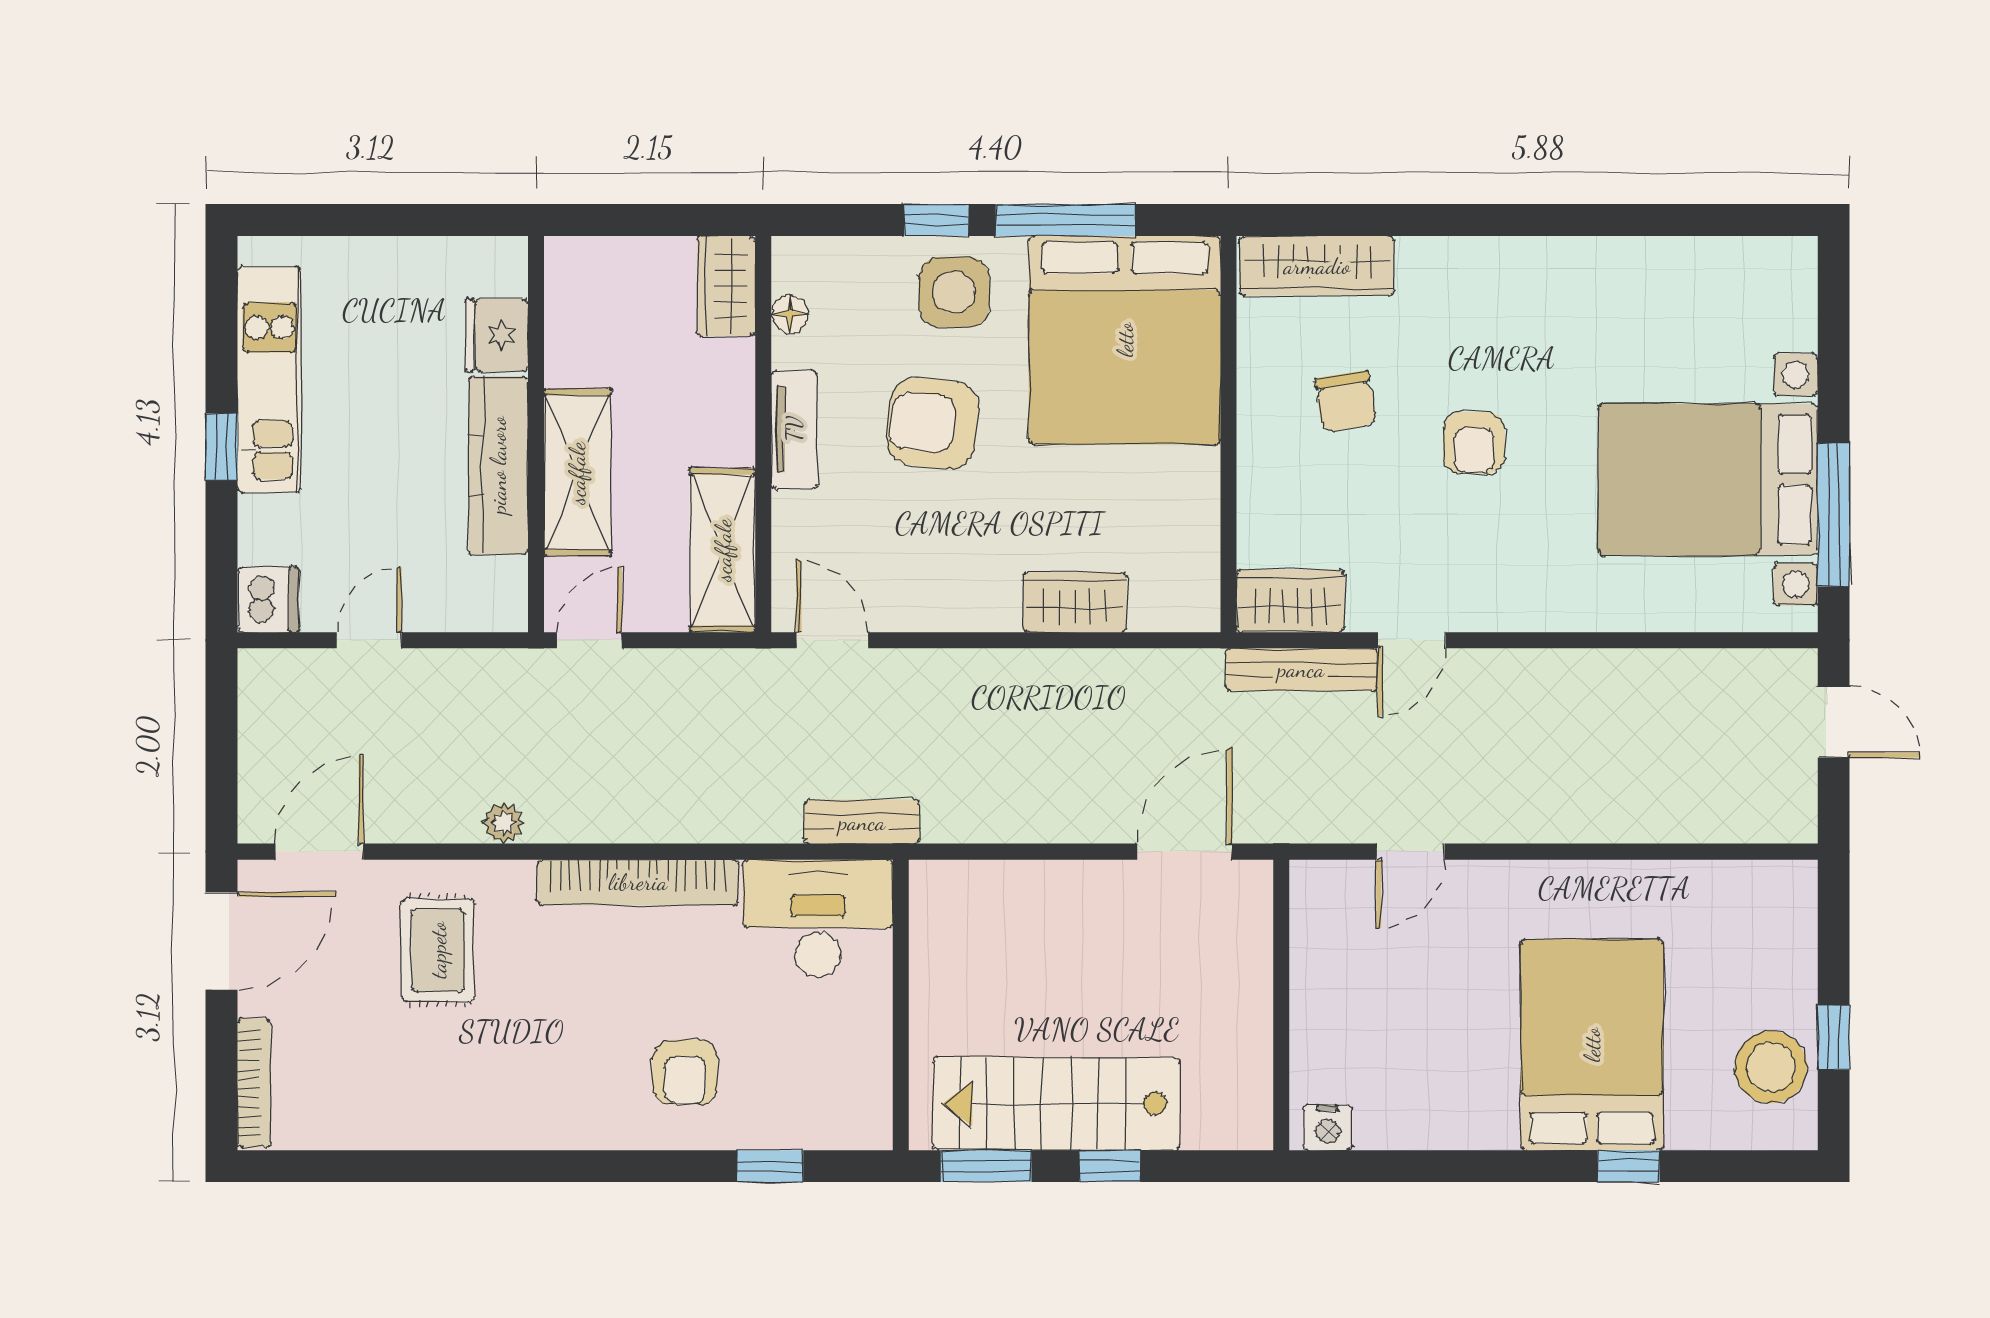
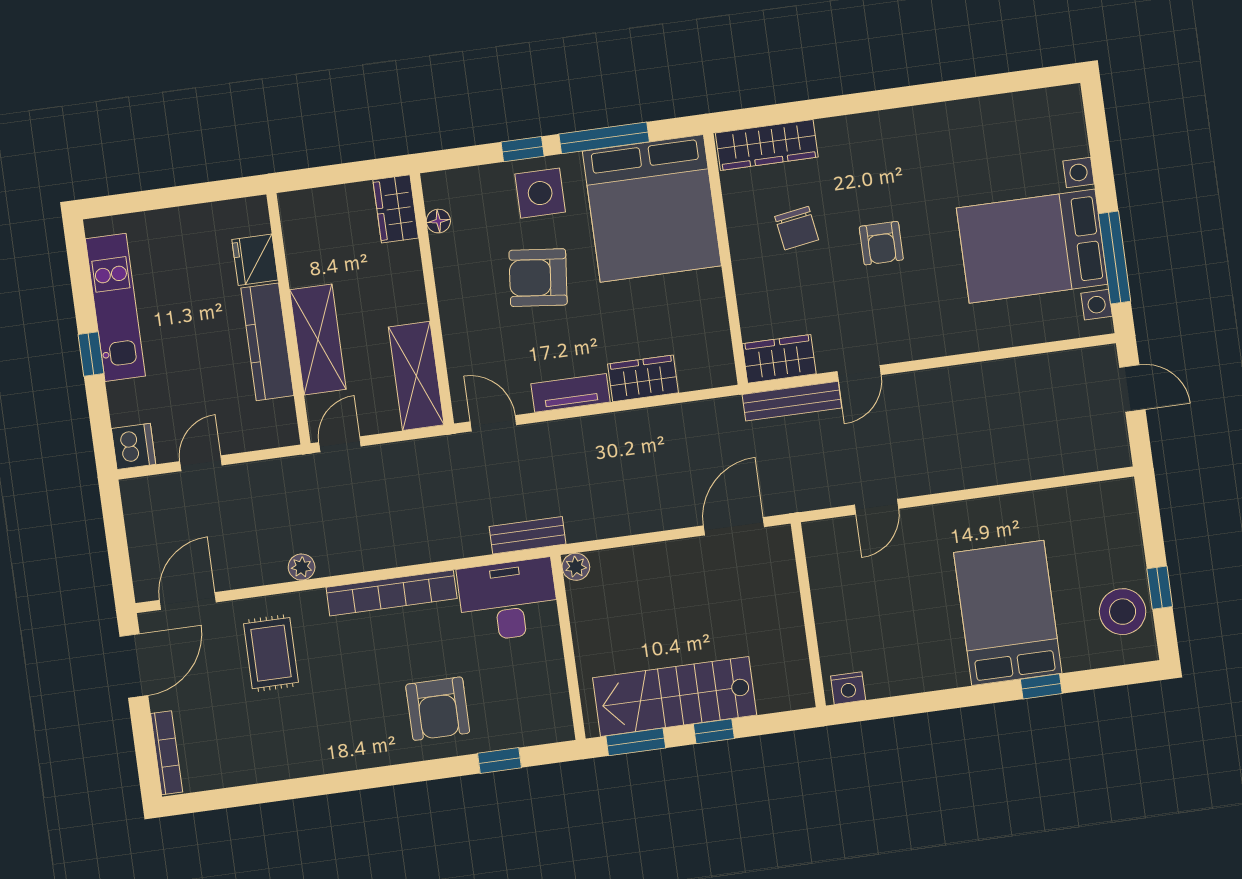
tv unit: (794, 429) -> (571, 393), moved, turned -90
plant: (930, 881) -> (576, 567), added
armchair: (685, 1072) -> (438, 709), width x1.38, depth x1.38

